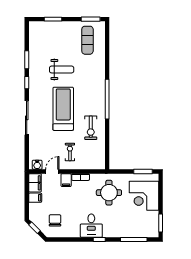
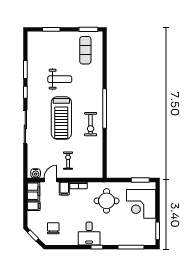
treadmill: (63, 109) -> (61, 118), turned 180
exercise bike: (91, 128) -> (91, 124), moved

